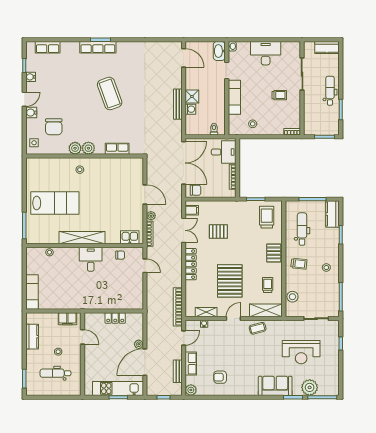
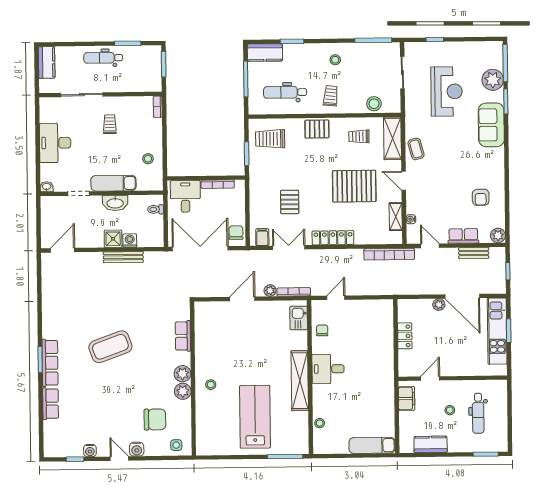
row of seats: (48, 47) -> (51, 404), moved
washbasin: (219, 51) -> (115, 203), moved

